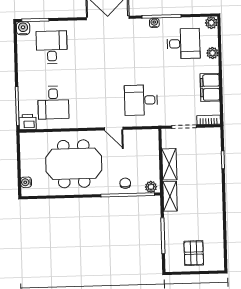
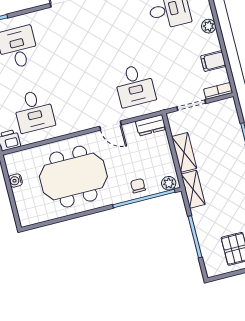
plant: (212, 53) -> (209, 26), moved
filing cabinet: (210, 87) -> (213, 61), width x0.50
desk: (141, 100) -> (135, 85), turned -90
dresser: (147, 136) -> (151, 125), added
water cooler: (26, 182) -> (15, 181), moved

